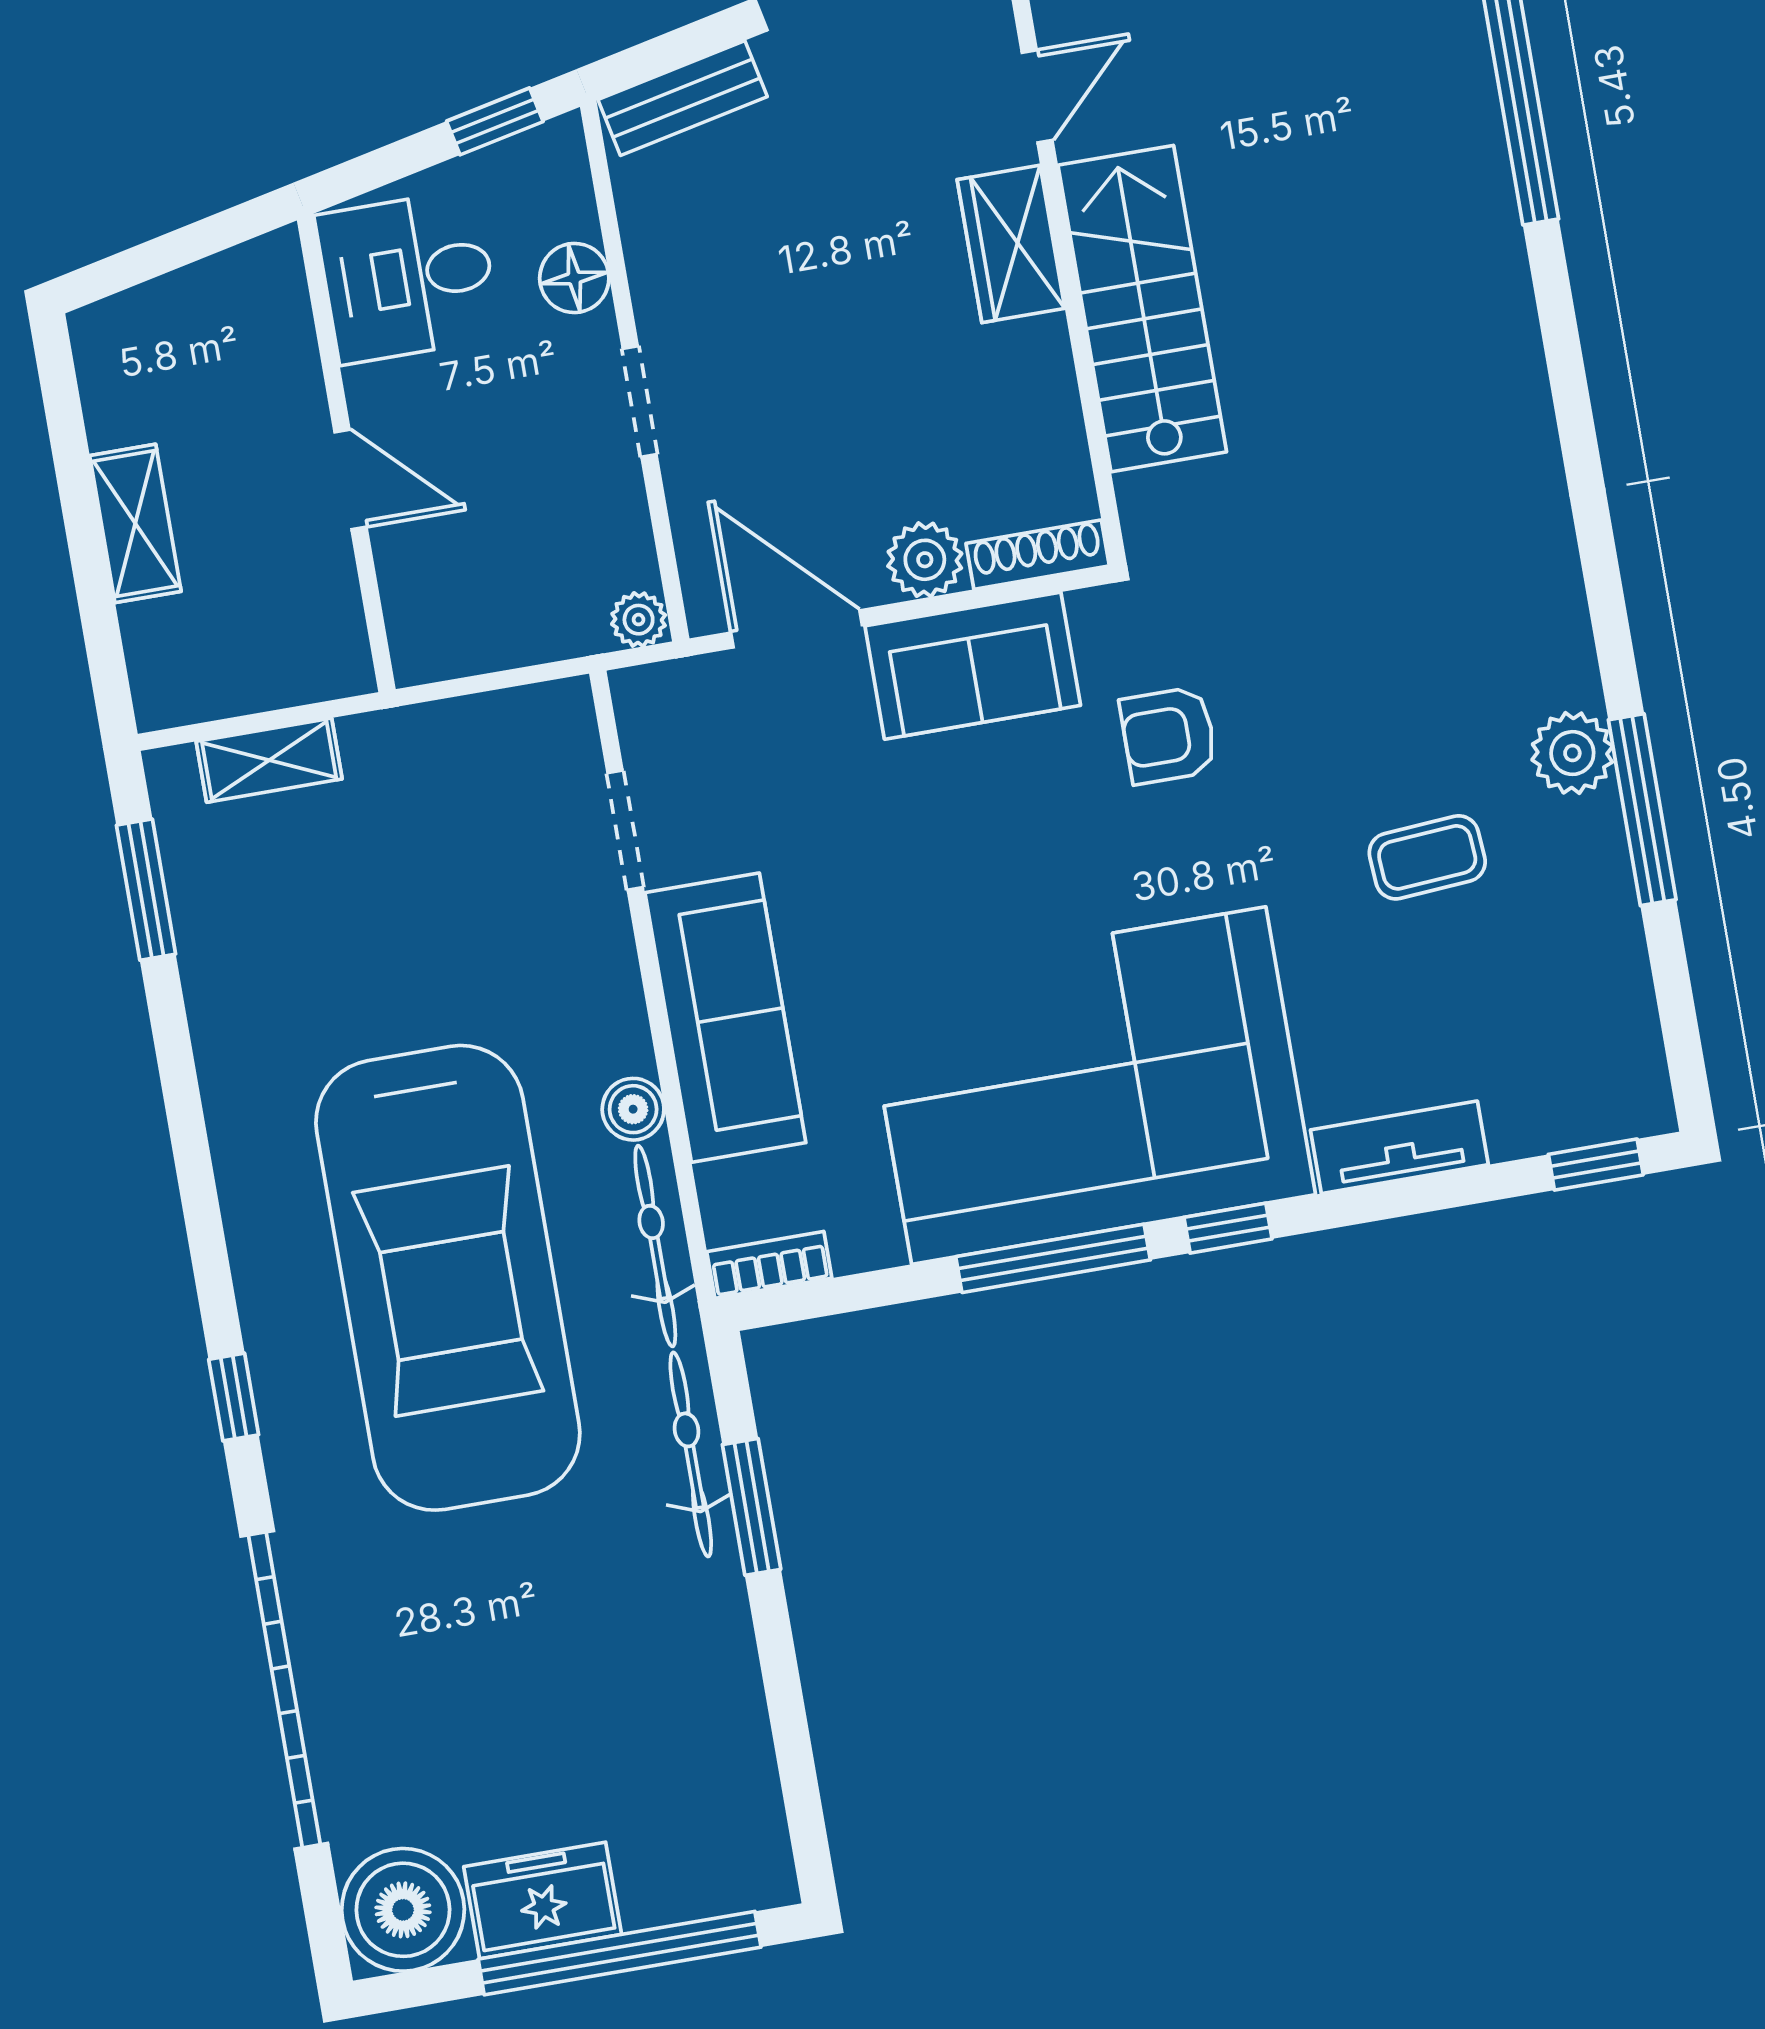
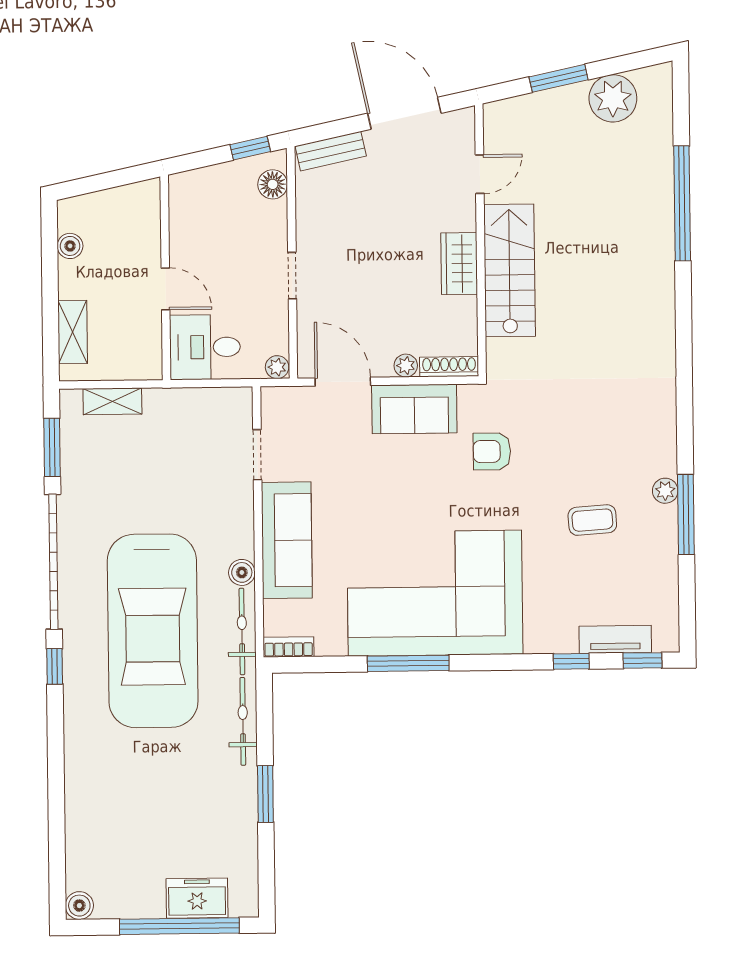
wardrobe: (1011, 244) -> (459, 264), moved
desk: (408, 277) -> (205, 347), moved
floor lamp: (574, 278) -> (273, 184), moved
boiler: (113, 415) -> (70, 246), added
shelving: (135, 523) -> (73, 332), moved
plant: (925, 560) -> (406, 366), width x0.73, depth x0.73
plant: (1572, 753) -> (665, 491), width x0.73, depth x0.73
tv unit: (1399, 1147) -> (615, 639), moved
window: (1228, 1228) -> (571, 661), moved
window: (752, 1507) -> (265, 794), moved
garage door: (284, 1690) -> (53, 562), moved
freezer: (543, 1900) -> (197, 898), moved
boiler: (403, 1910) -> (79, 906), width x0.54, depth x0.54

